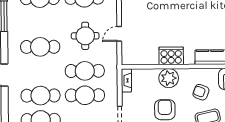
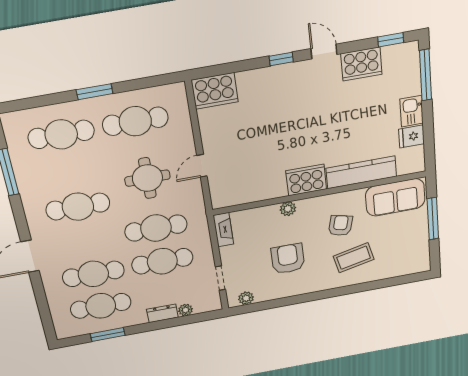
cooker: (171, 56) -> (306, 180), moved
plant: (169, 78) -> (288, 209), width x0.53, depth x0.53
armchair: (201, 92) -> (340, 225), turned 83

